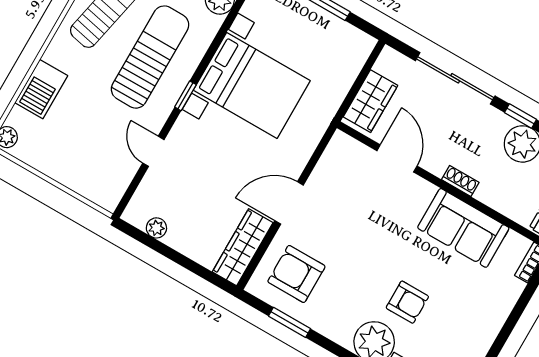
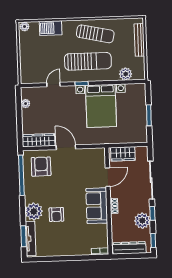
sofa: (463, 228) -> (97, 206), moved
window: (290, 322) -> (21, 175), width x2.11

